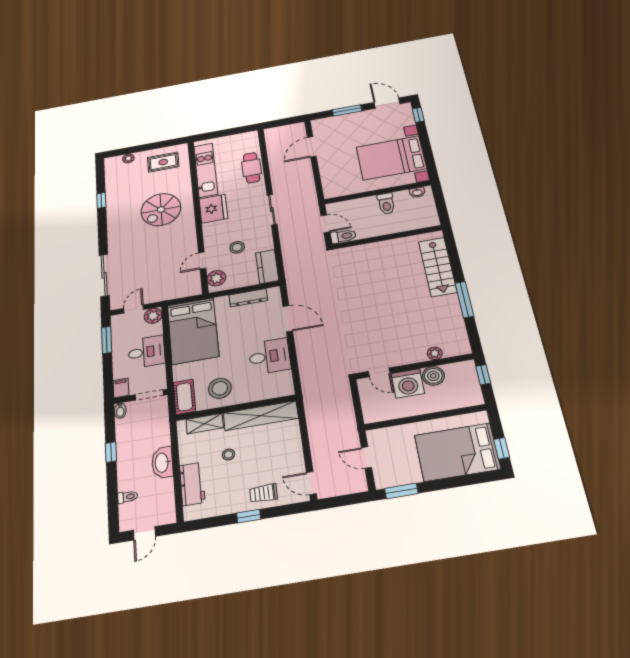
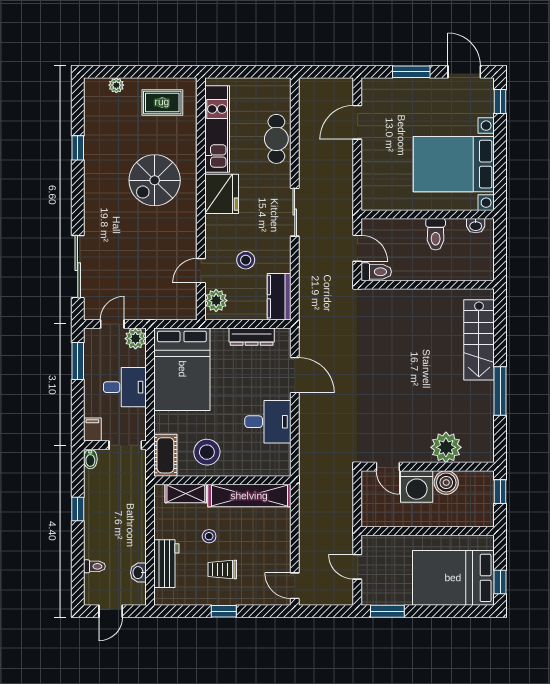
plant: (435, 353) -> (446, 447), width x1.87, depth x1.87
washbasin: (162, 463) -> (138, 573), moved, width x0.52, depth x0.69
trolley: (264, 493) -> (222, 570), moved

